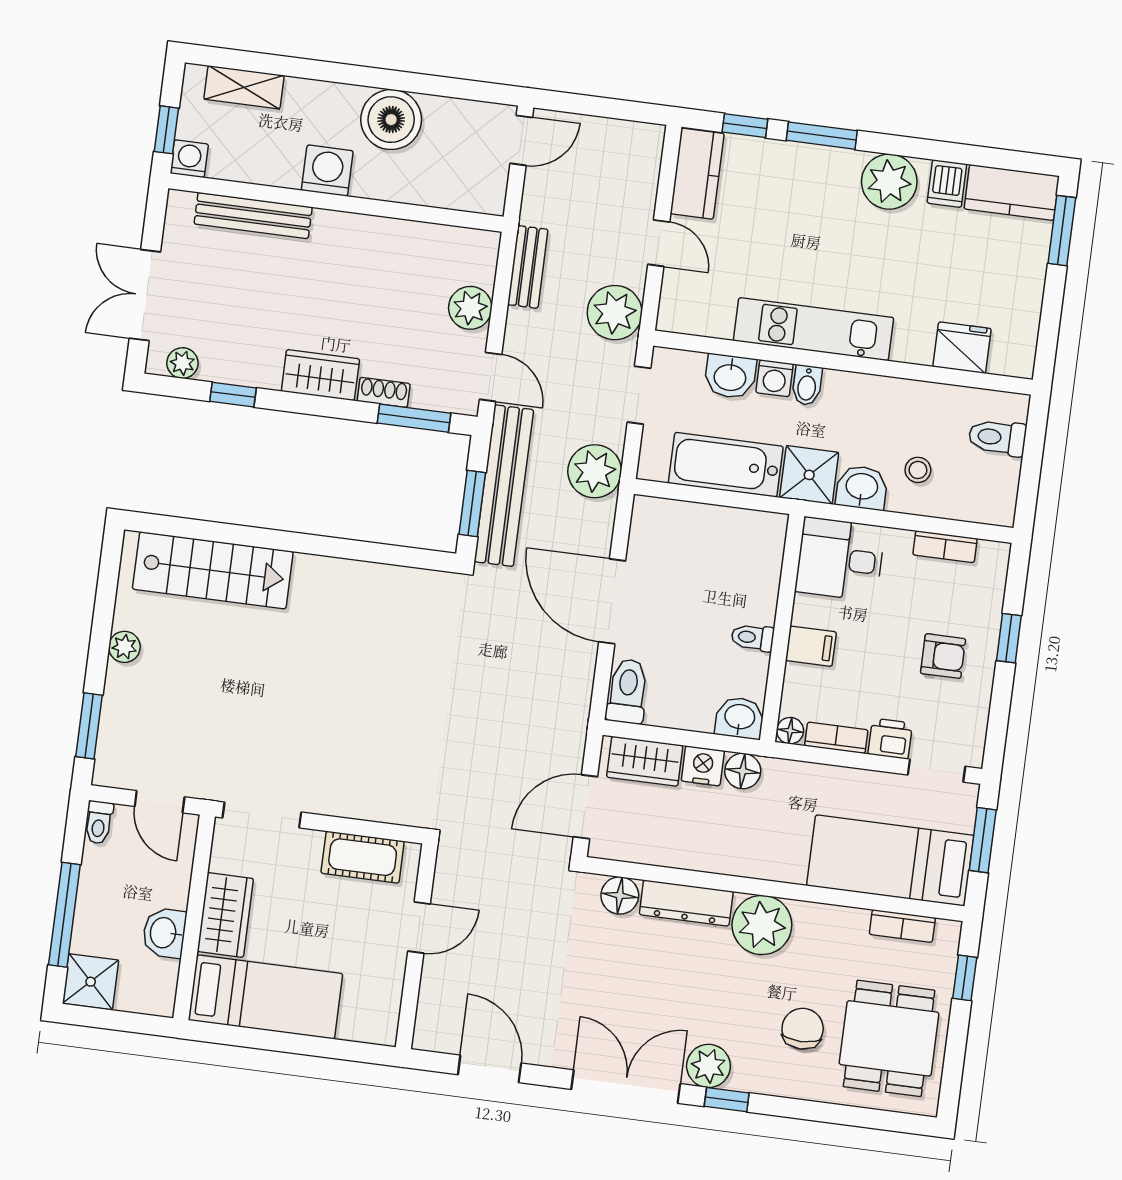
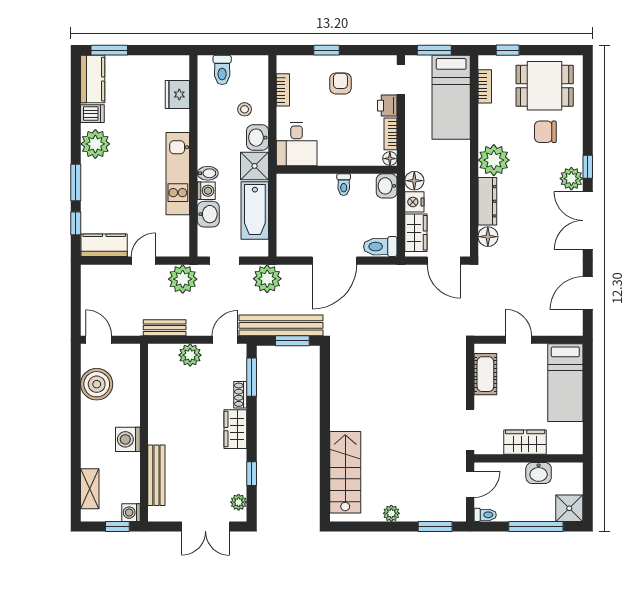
boiler: (391, 120) -> (97, 384), moved
filing cabinet: (811, 646) -> (344, 153), removed
bed: (266, 997) -> (565, 383), moved, turned 180

